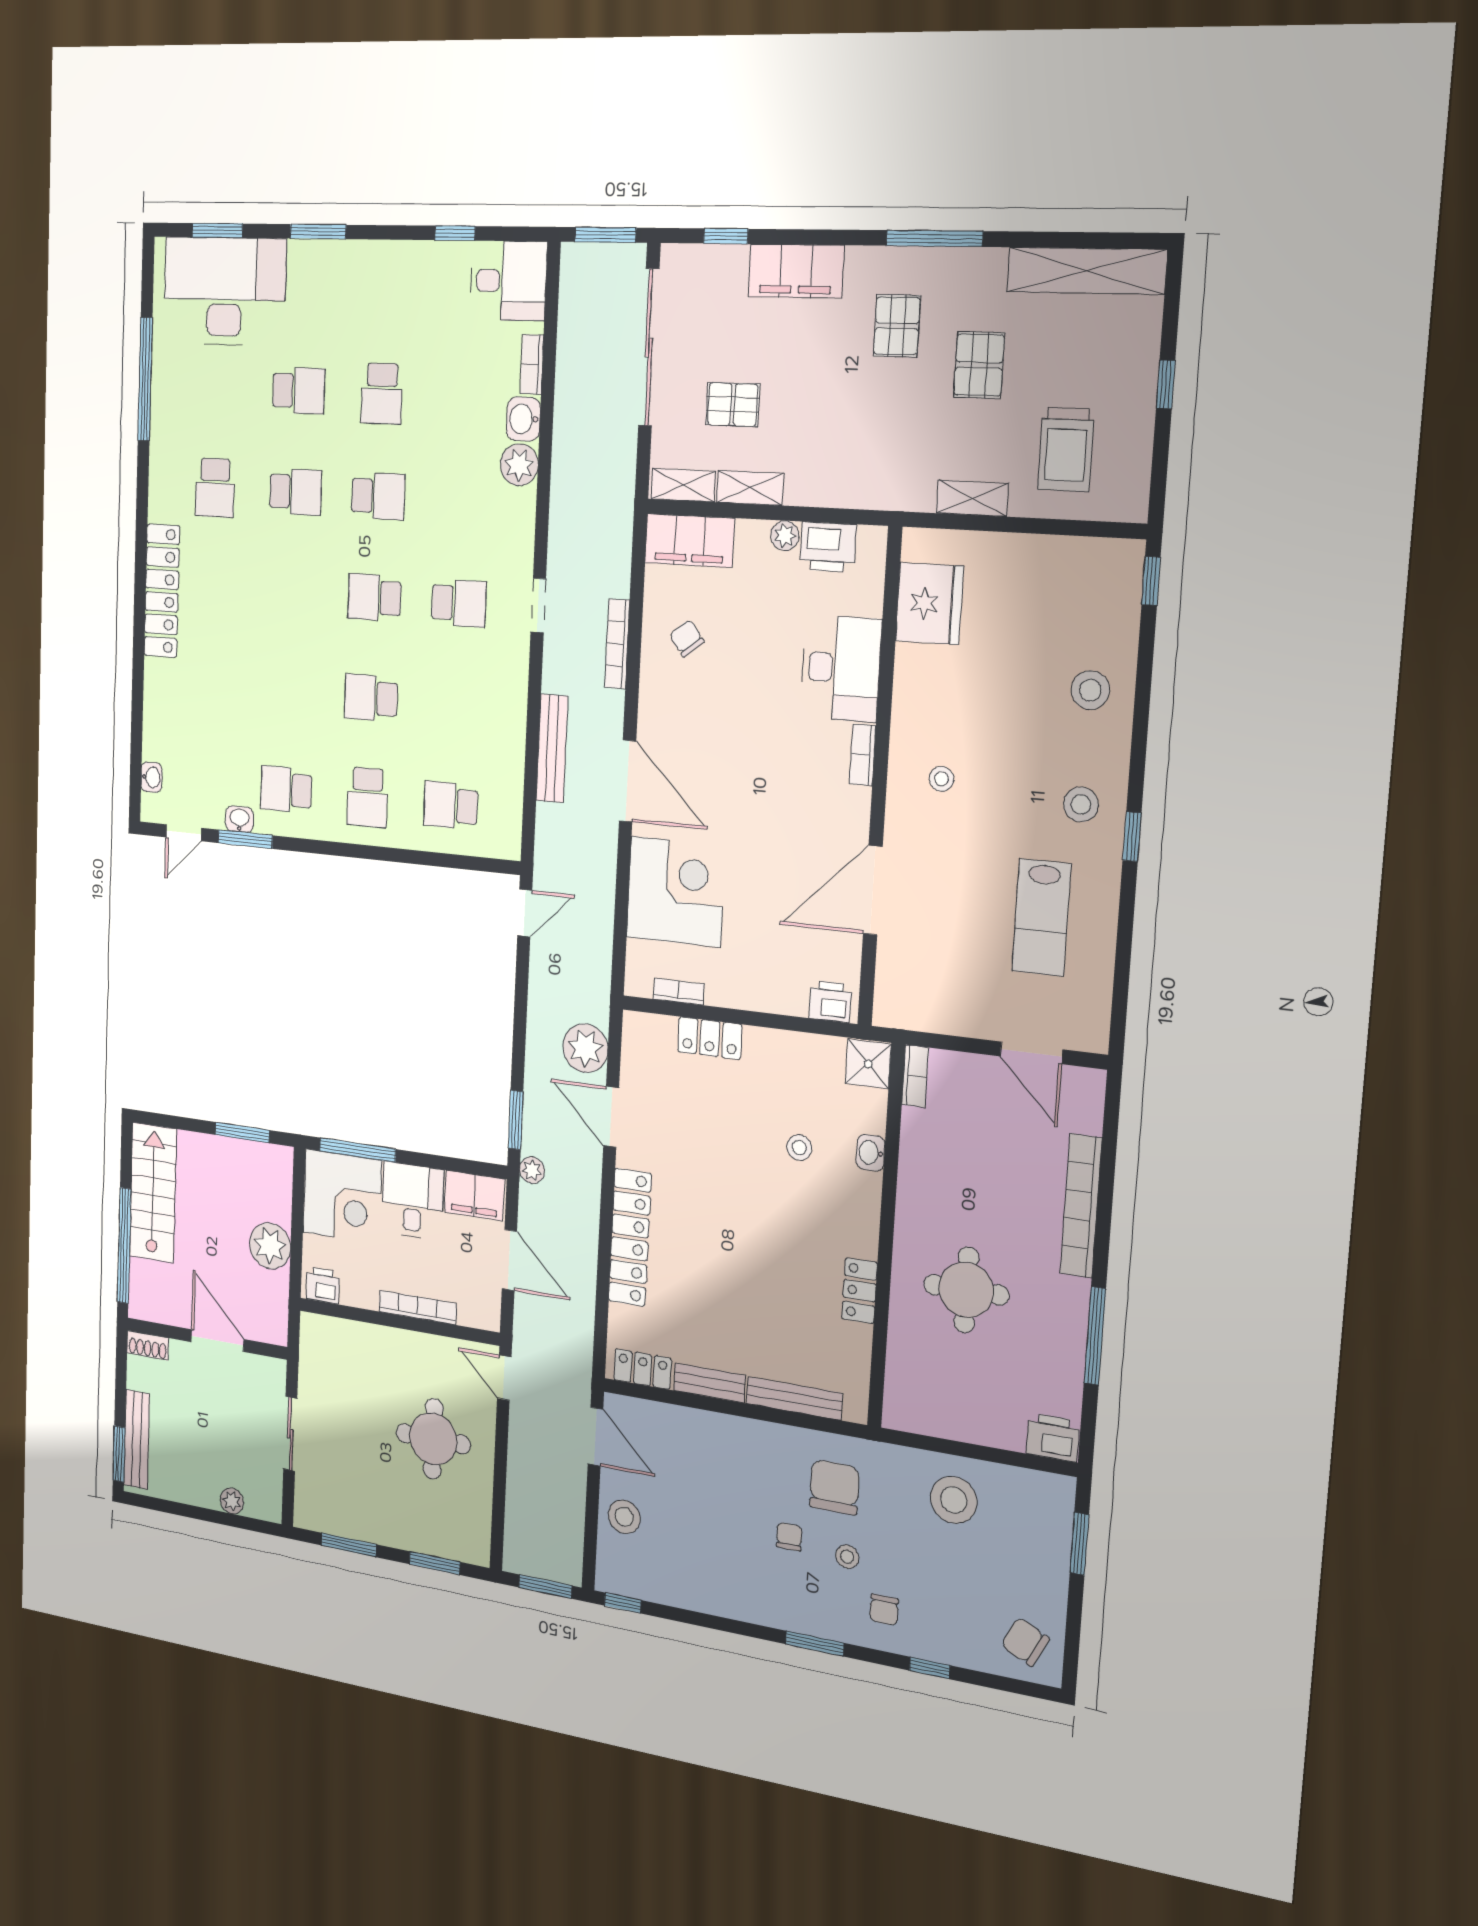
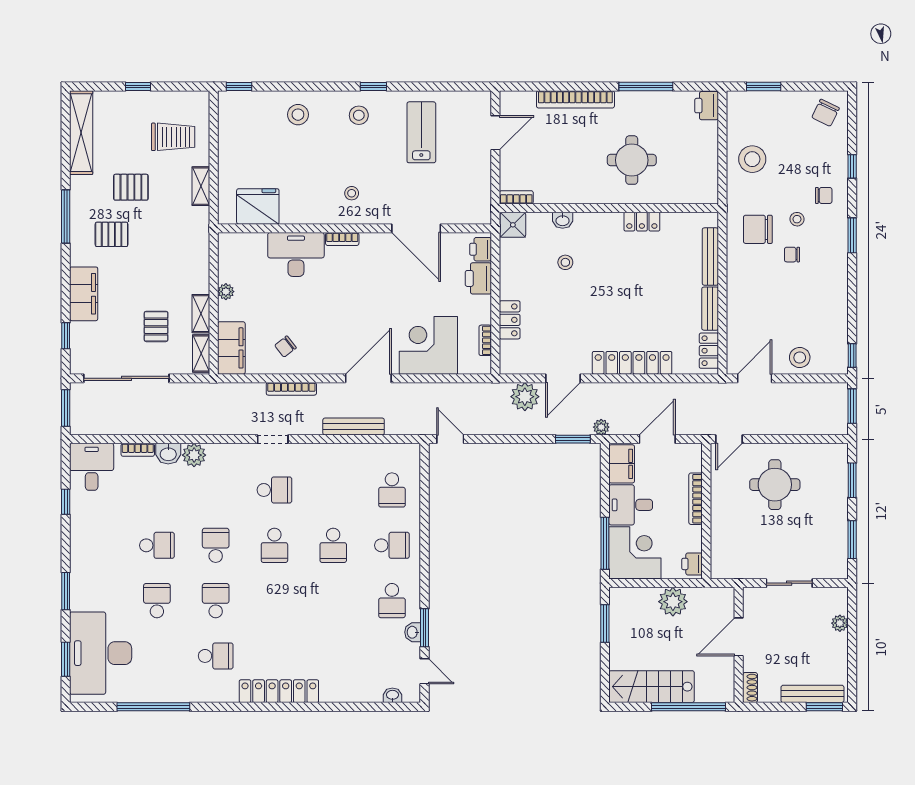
printer: (828, 547) -> (478, 278), moved, turned 180
school desk: (459, 603) -> (274, 490), turned 90
lab bench: (1041, 918) -> (421, 132), turned -90

